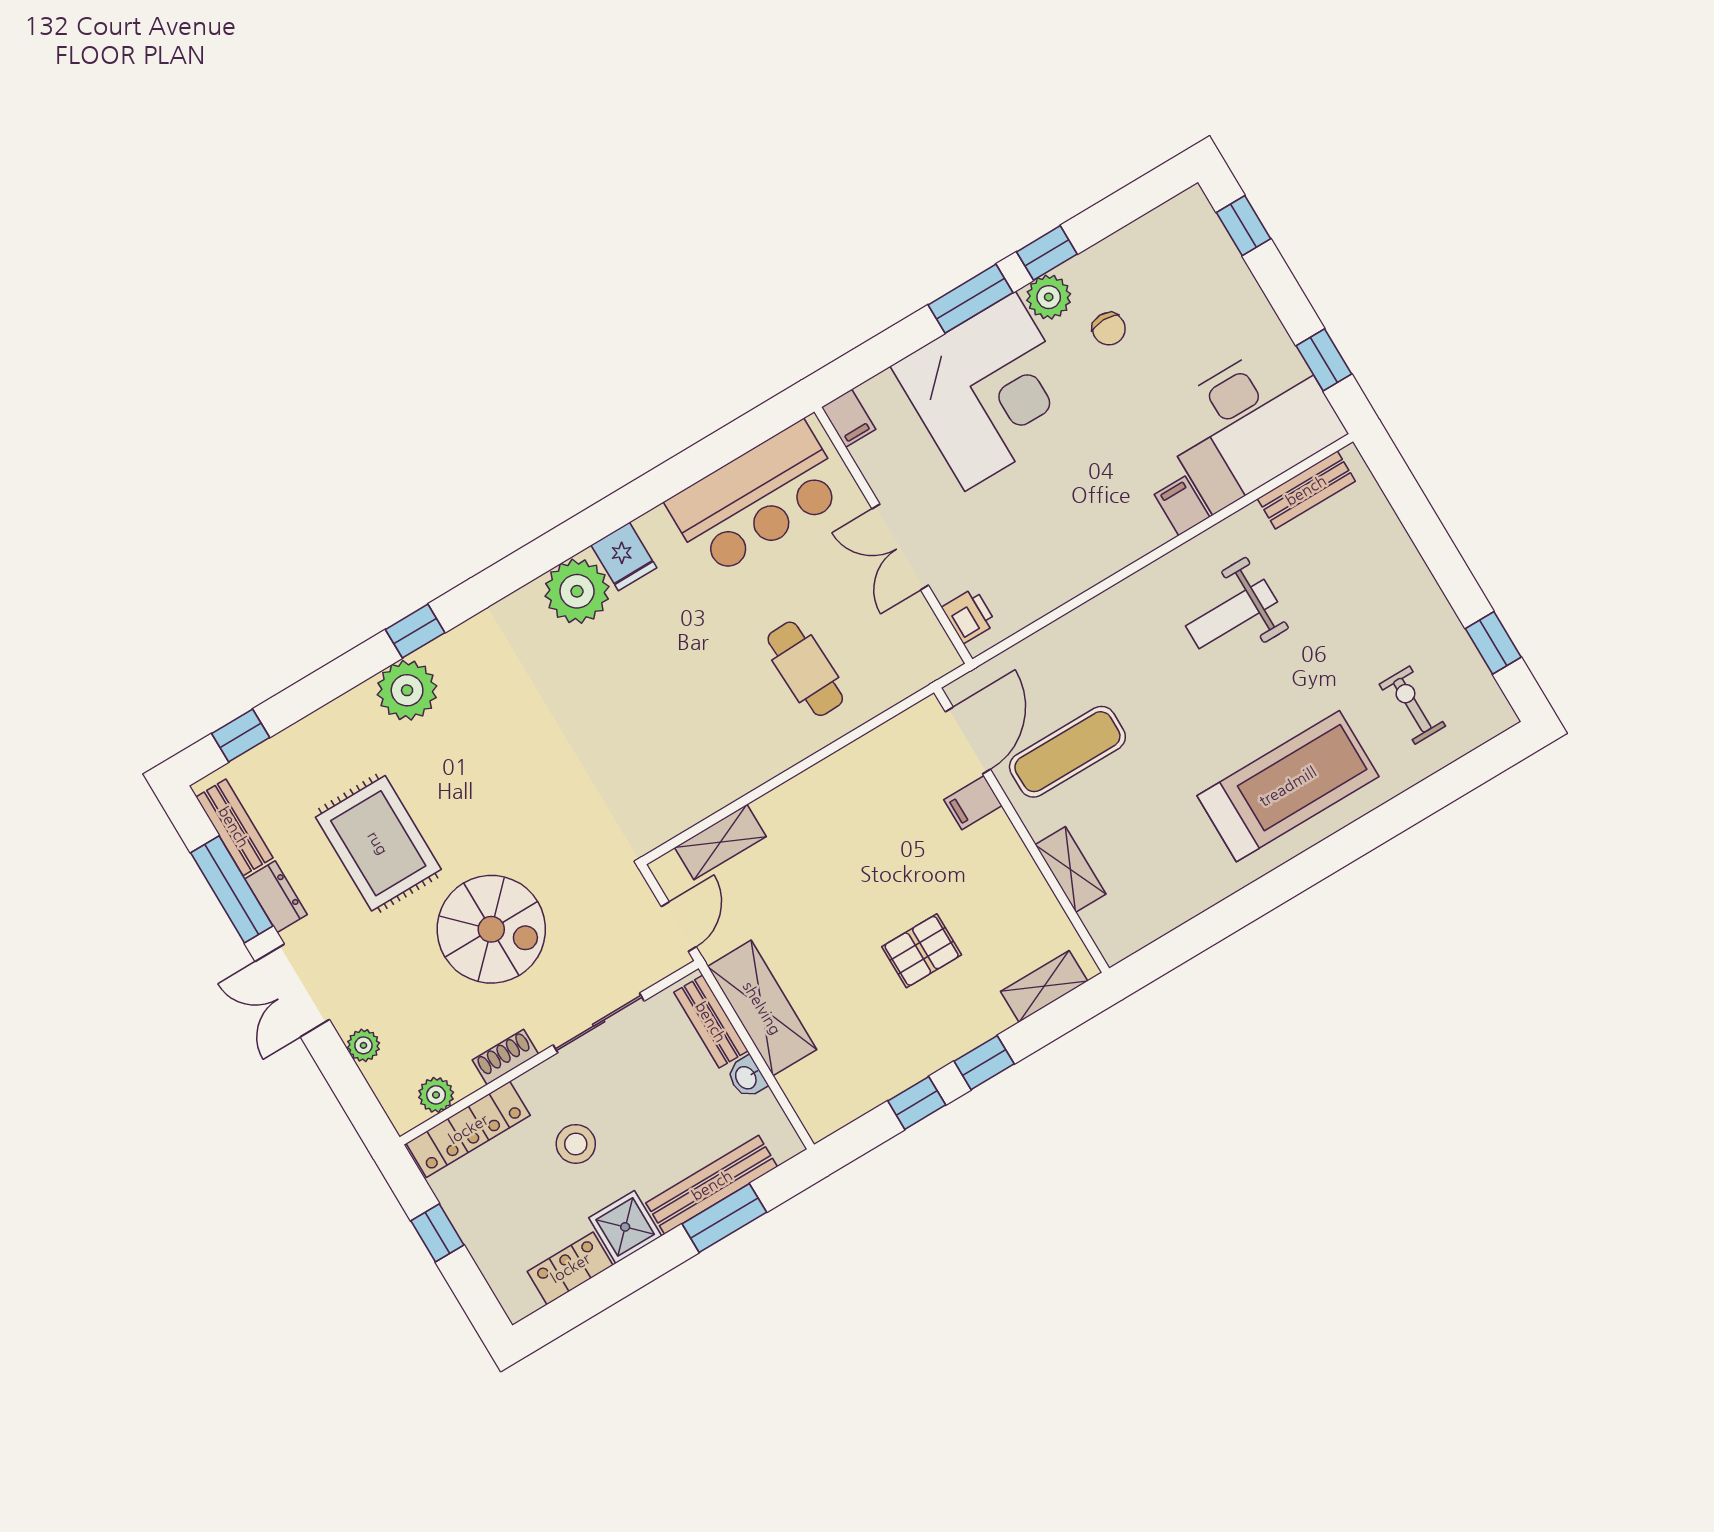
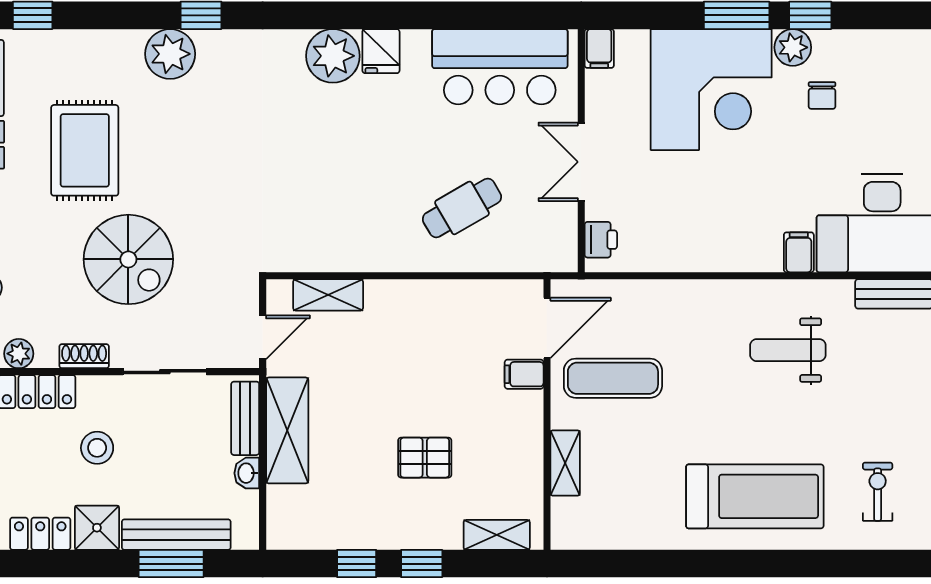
cafe table: (805, 669) -> (462, 208), turned 62

